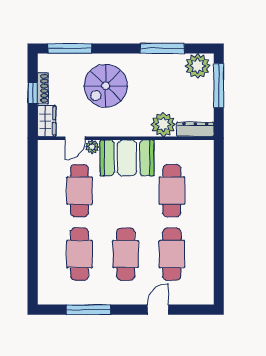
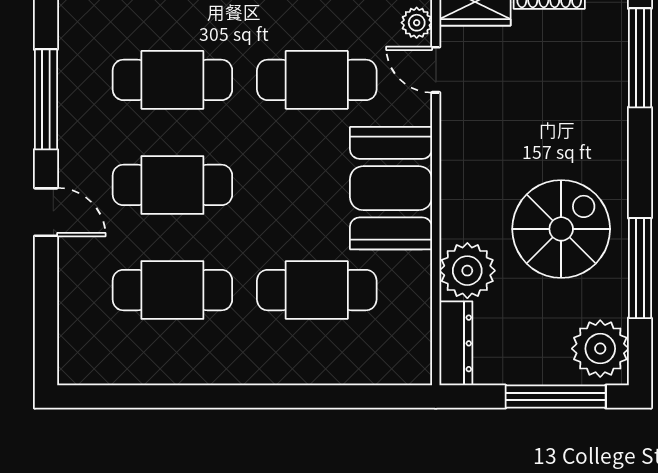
spiral stairs: (106, 86) -> (561, 229), moved, turned 90
plant: (92, 147) -> (417, 23), moved
door: (158, 310) -> (46, 212), moved

